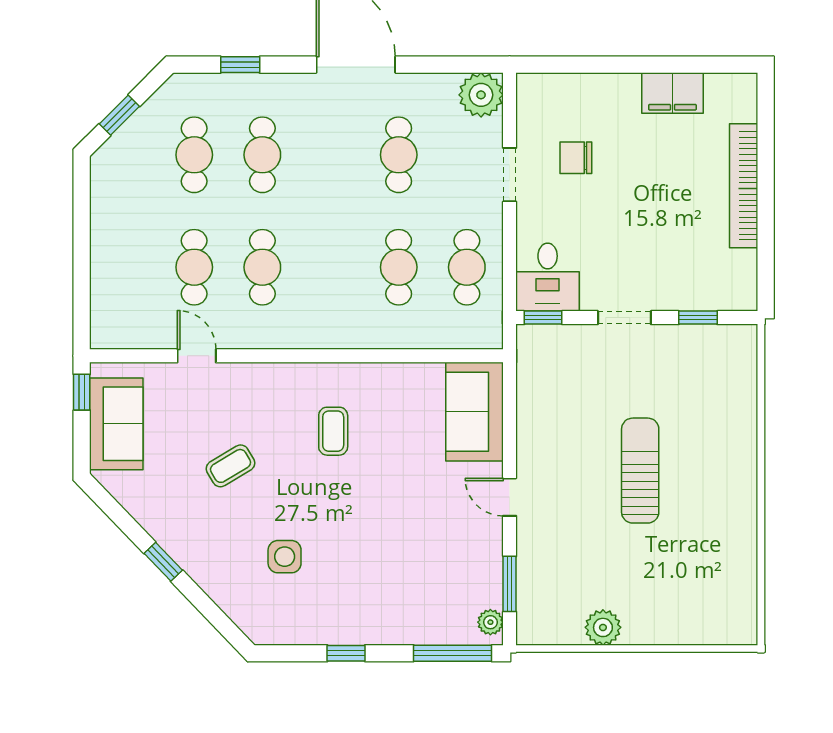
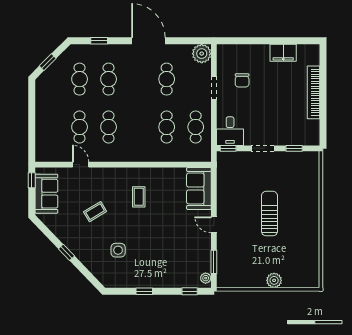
chair: (576, 158) -> (242, 80), turned -90
plant: (603, 627) -> (274, 280), moved
window: (453, 653) -> (190, 291), width x0.46

